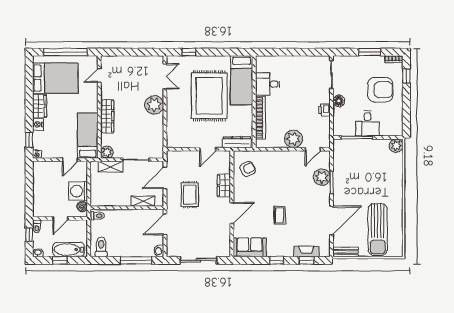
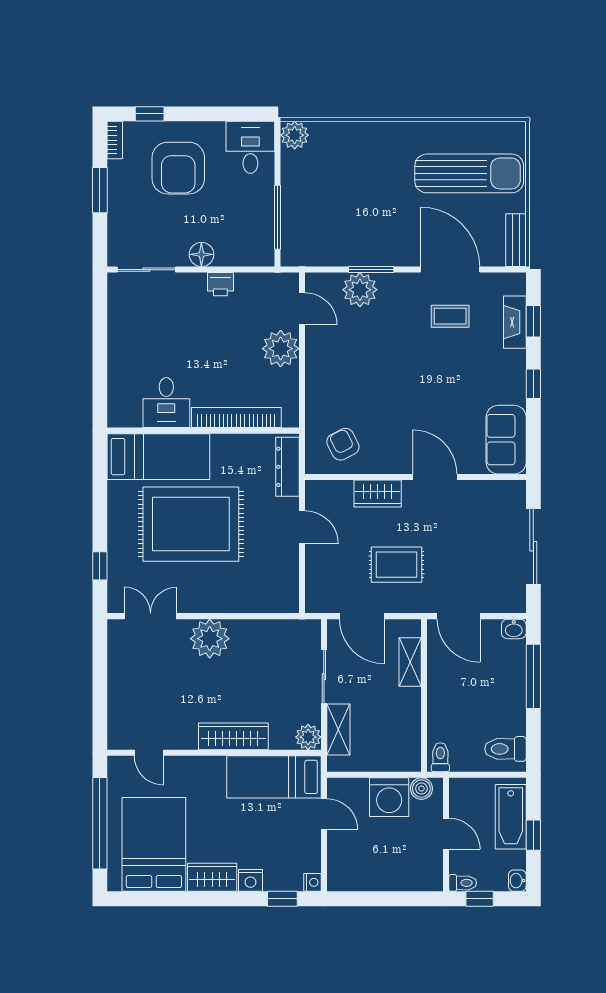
armchair: (380, 90) -> (178, 168), turned 180
desk: (368, 124) -> (250, 147), moved, turned -90
coffee table: (280, 215) -> (450, 316), moved

